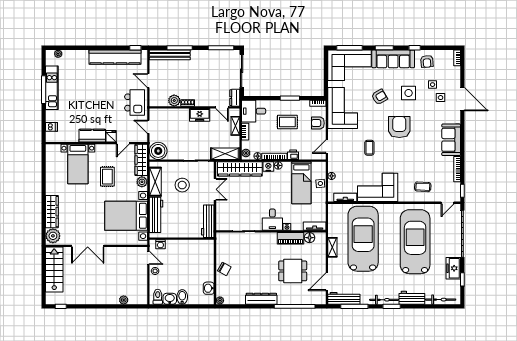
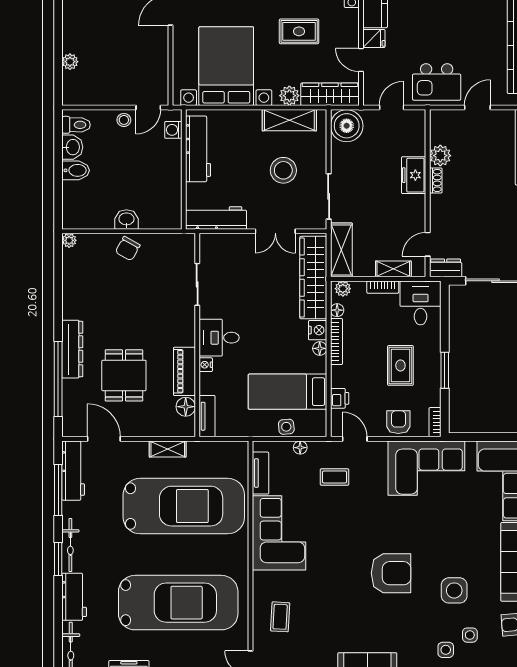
armchair: (379, 97) -> (447, 536), removed
freezer: (200, 115) -> (414, 175), moved
coffee table: (369, 148) -> (334, 477), moved
printer: (293, 155) -> (340, 398), moved
workbench: (156, 215) -> (198, 149), moved, turned -90
washbasin: (209, 288) -> (126, 220), moved
dresser: (261, 299) -> (72, 349), moved

